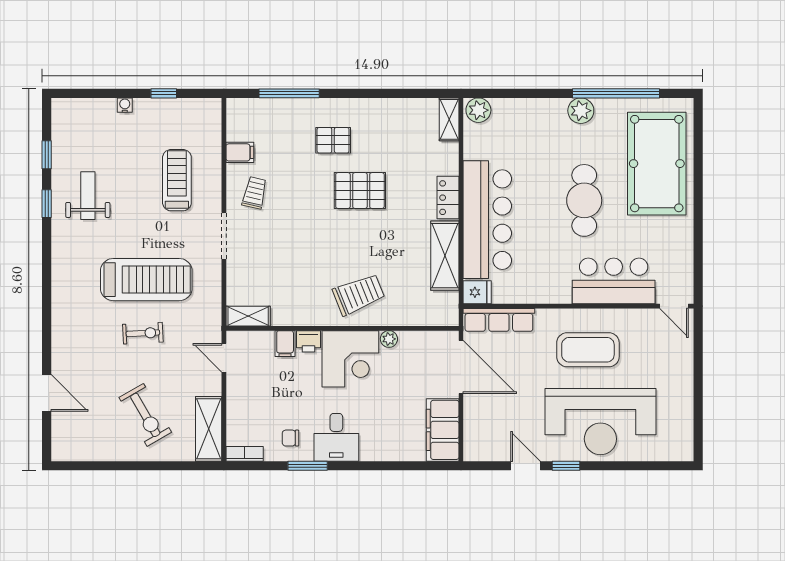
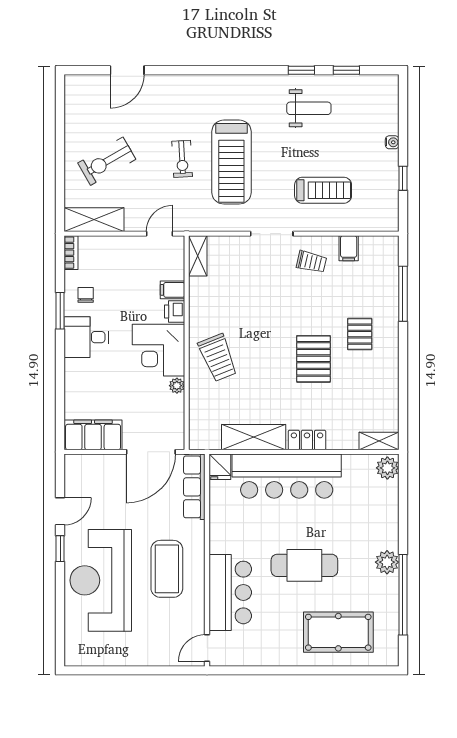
pool table: (657, 164) -> (338, 632), width x0.73, depth x0.76

